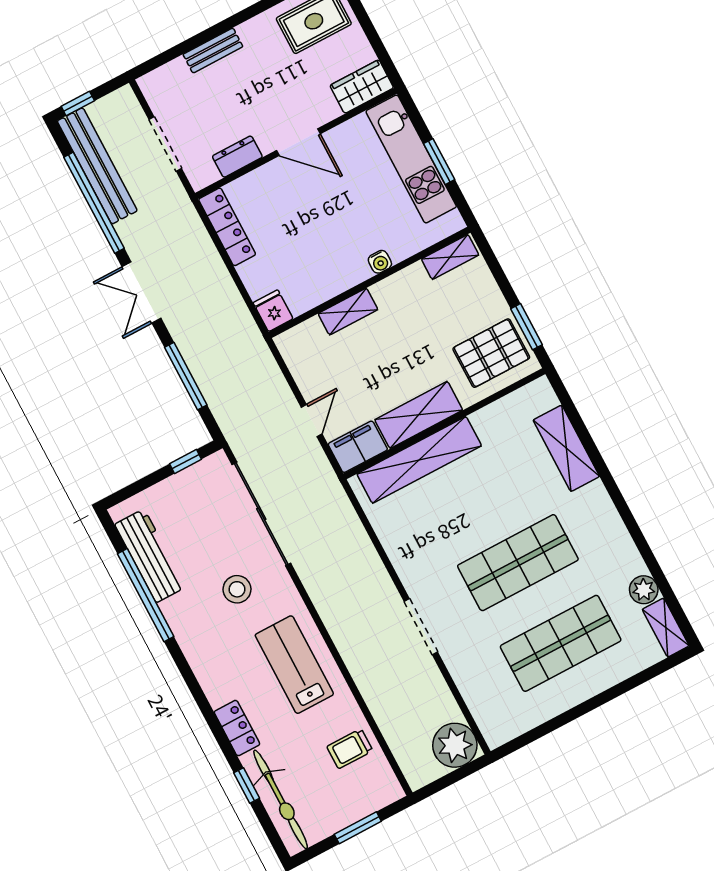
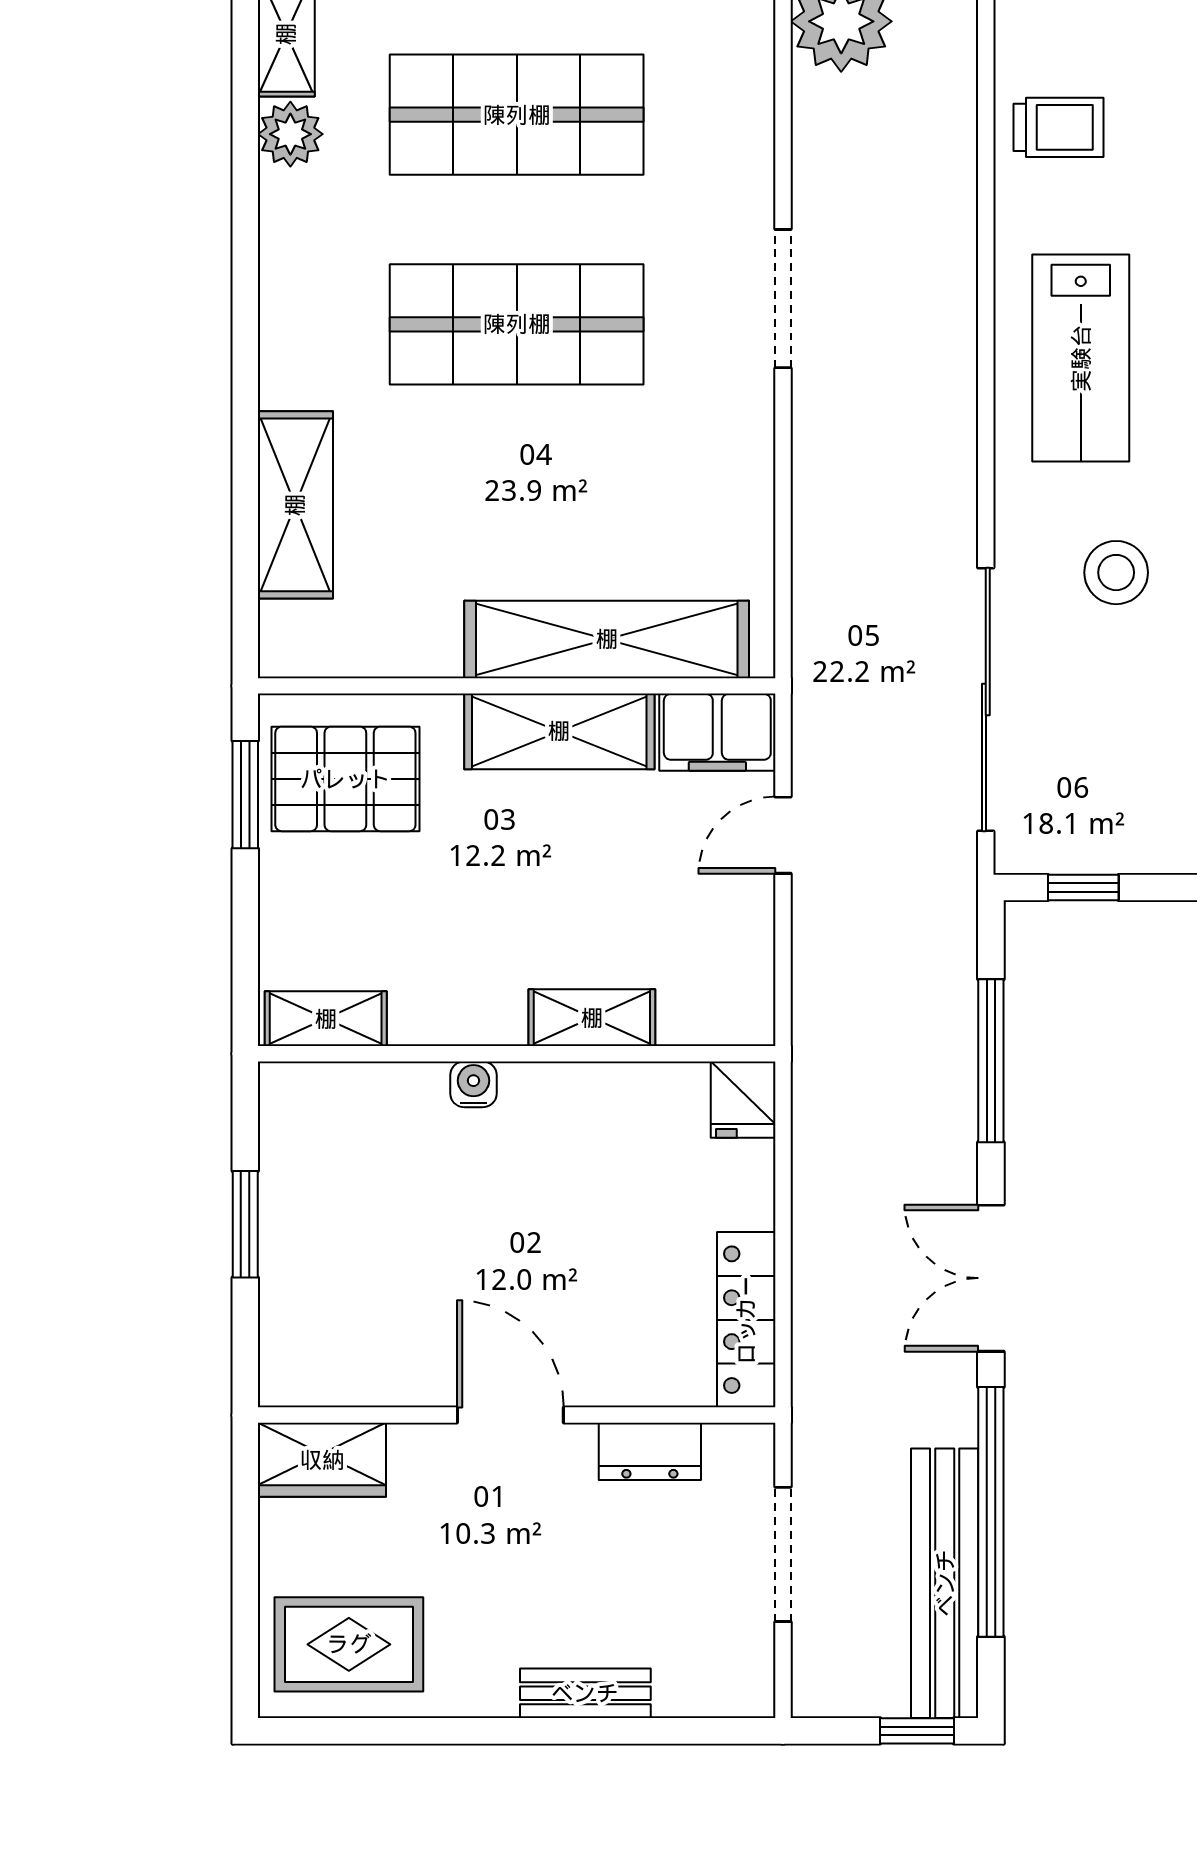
kitchen unit: (411, 159) -> (299, 1260), removed
double door: (142, 293) -> (991, 1278), swing flipped

